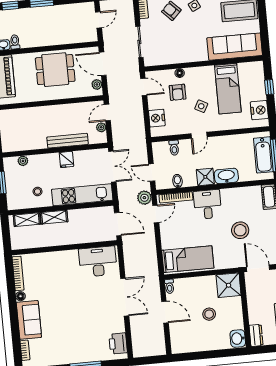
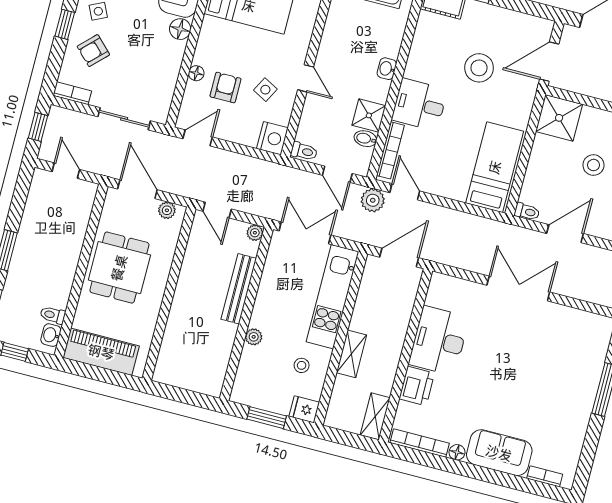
floor lamp: (201, 55) -> (180, 29), added
door: (103, 64) -> (137, 189), swing flipped
armchair: (178, 92) -> (225, 88), turned -90
side table: (201, 106) -> (265, 90), moved
nightstand: (157, 118) -> (272, 138), moved, turned -90
plant: (101, 127) -> (255, 233), moved
toilet: (174, 148) -> (304, 151), moved
fridge: (66, 159) -> (304, 409), moved, turned 180
plant: (23, 161) -> (254, 337), moved
door: (152, 173) -> (337, 174), hinge flipped
washbasin: (226, 176) -> (387, 69), width x0.52, depth x0.69
shower: (205, 177) -> (369, 115), moved
shelving: (27, 220) -> (375, 416), moved
desk: (98, 262) -> (439, 341), moved
printer: (118, 343) -> (417, 386), moved, turned -90

